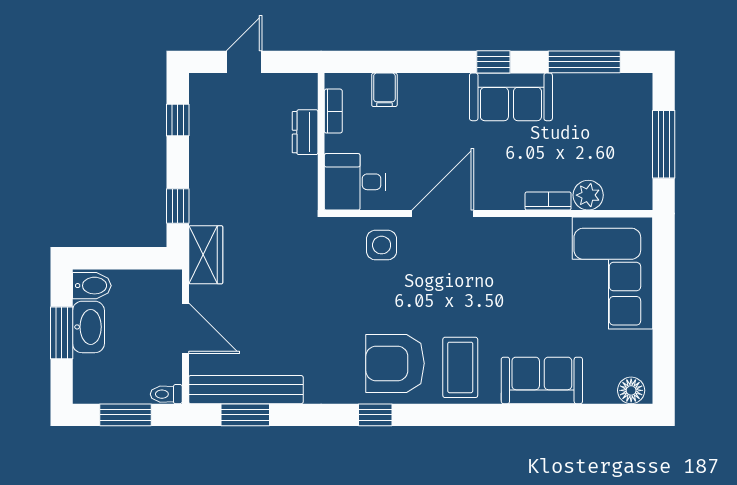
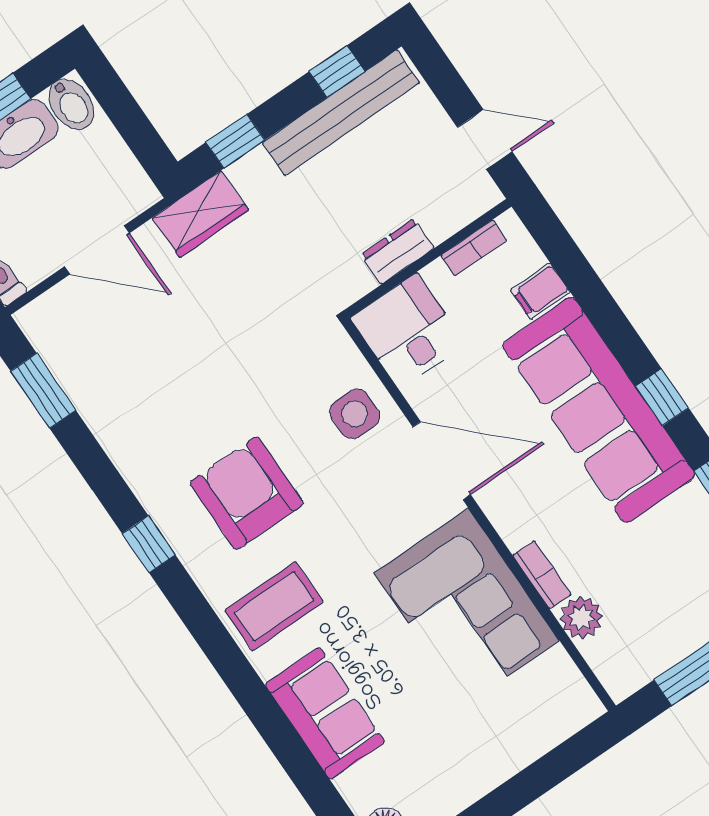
door: (244, 62) -> (485, 139), moved
sofa: (511, 97) -> (599, 410), width x1.85, depth x1.27
dresser: (305, 132) -> (398, 251), moved
corner sofa: (613, 273) -> (467, 607), moved, turned -90
door: (186, 328) -> (97, 250), hinge flipped
armchair: (395, 363) -> (247, 493), moved
bench: (246, 390) -> (341, 113), moved, turned 90

